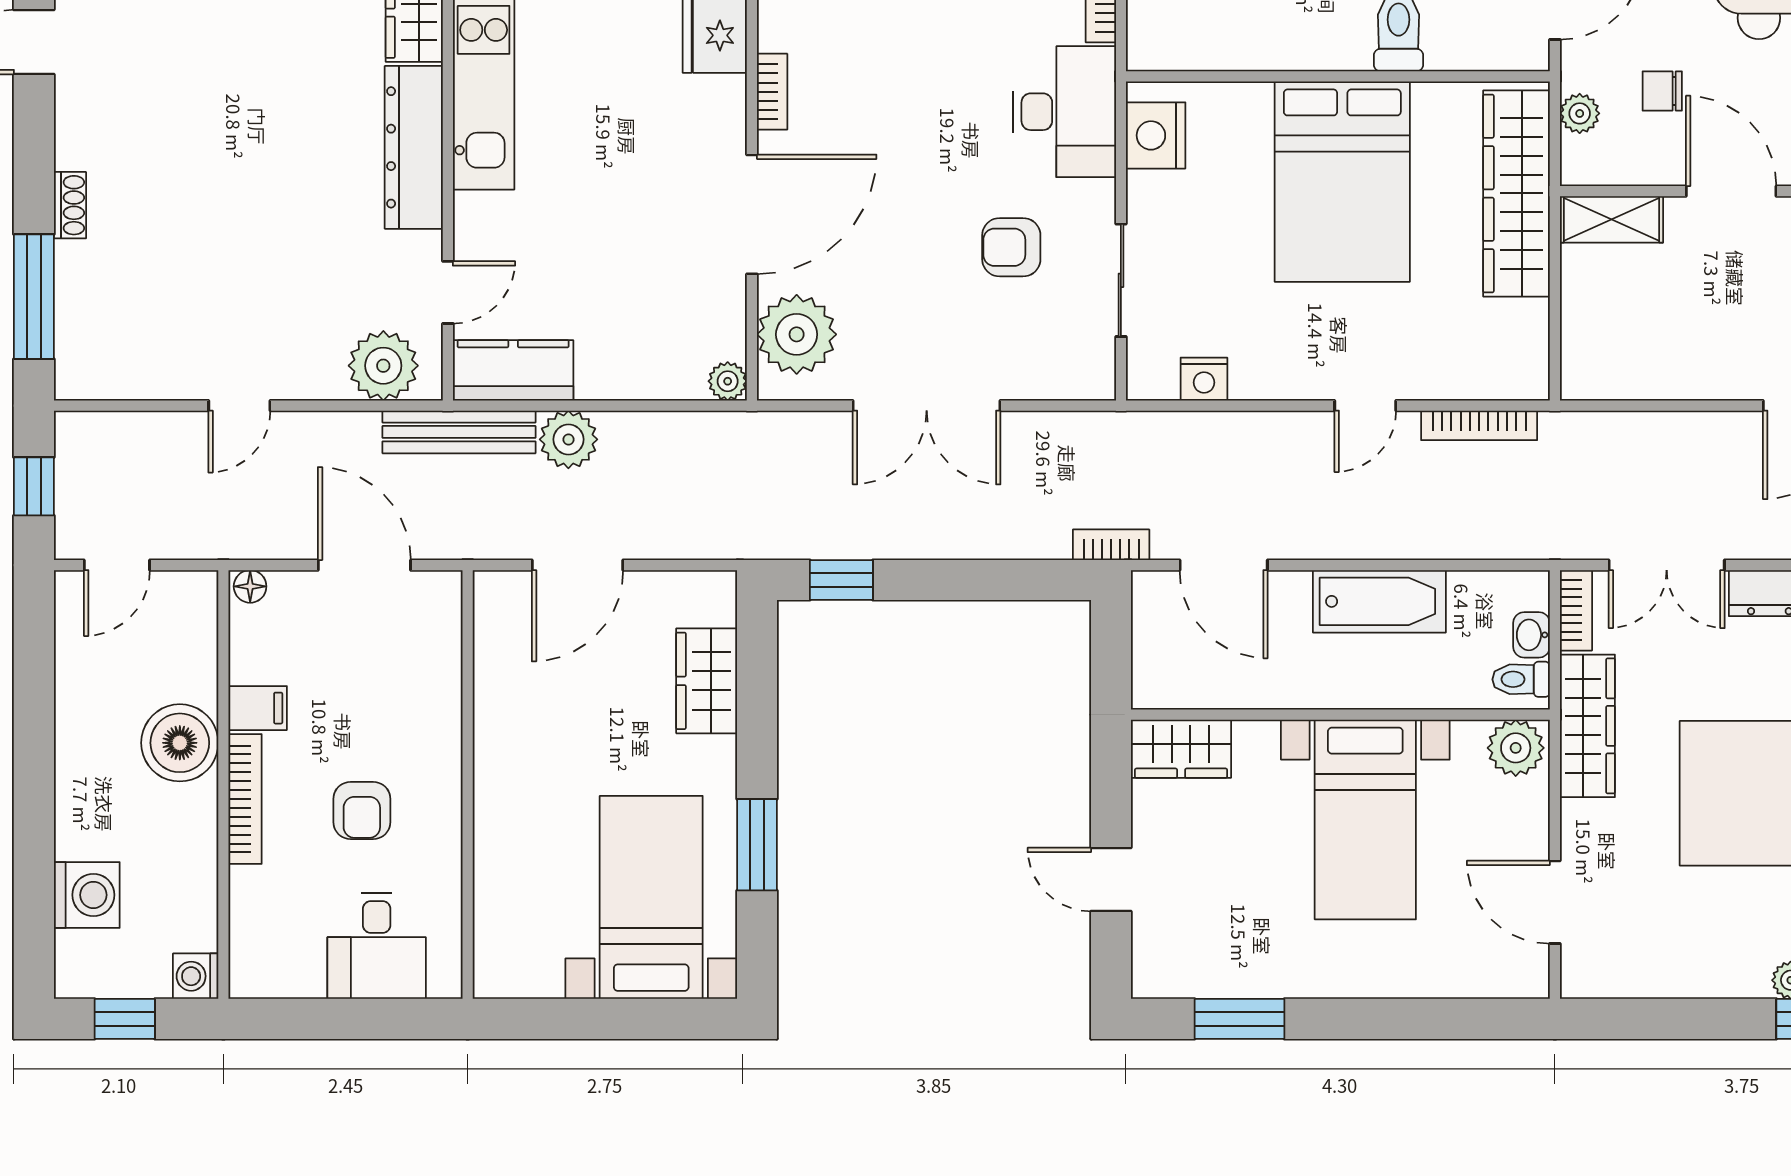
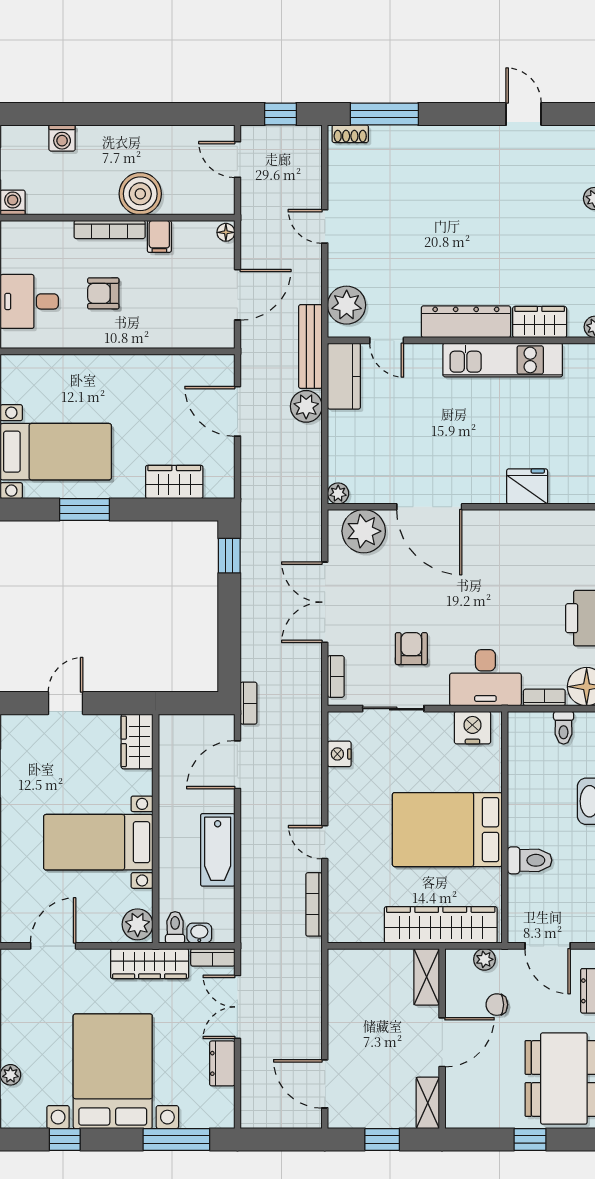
chair: (1662, 91) -> (497, 1005), turned -90
bookcase: (772, 92) -> (336, 676), moved, turned -90
shoe rack: (70, 205) -> (350, 134), moved
washing machine: (87, 895) -> (62, 138), width x0.73, depth x0.73

